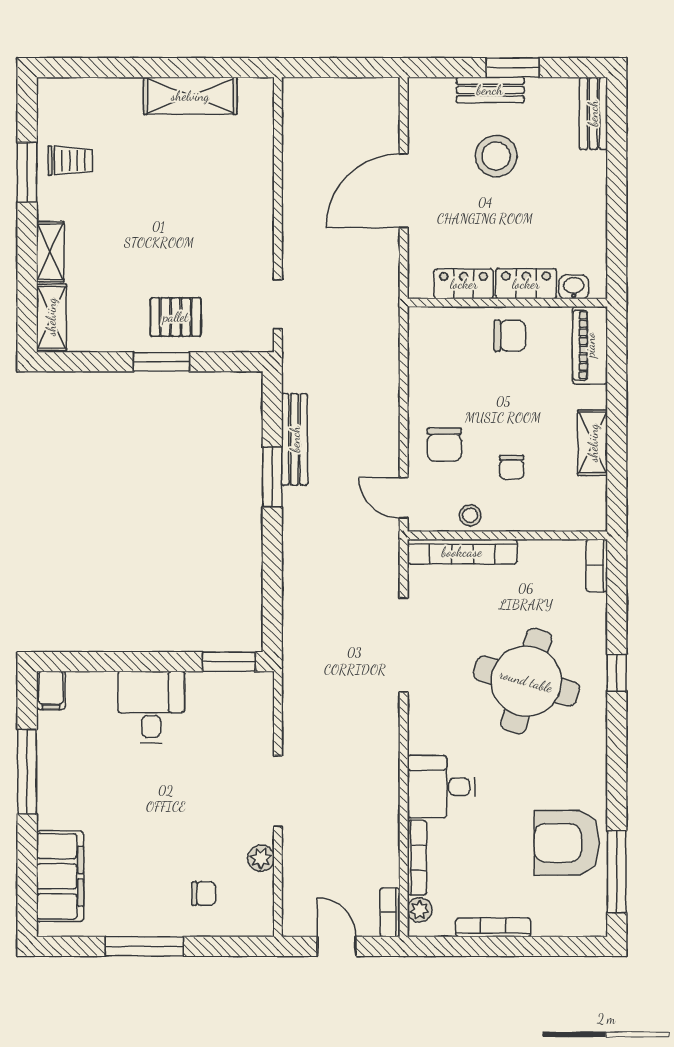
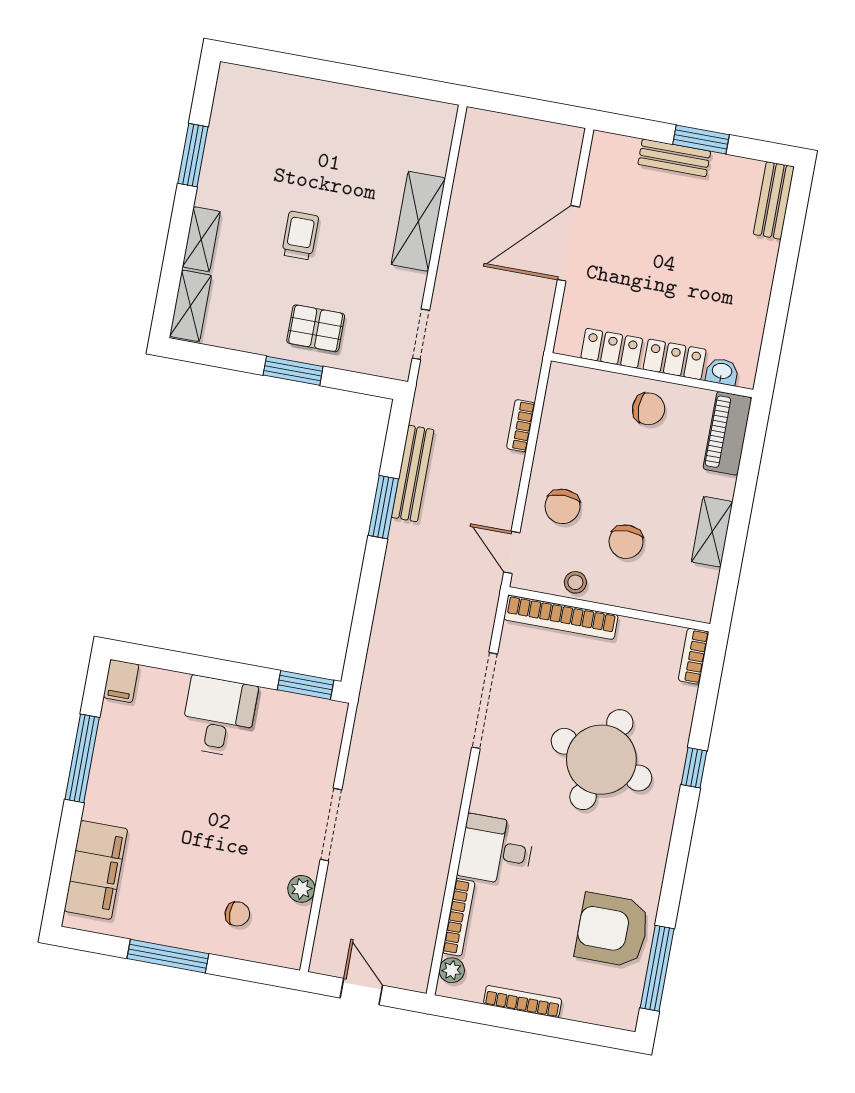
shelving: (190, 96) -> (418, 221), moved, turned 90
stool: (496, 156) -> (668, 225), removed
trolley: (70, 161) -> (300, 236), moved, turned -90
chair: (512, 467) -> (626, 542), width x1.37, depth x1.37
bookcase: (390, 912) -> (521, 426), moved

